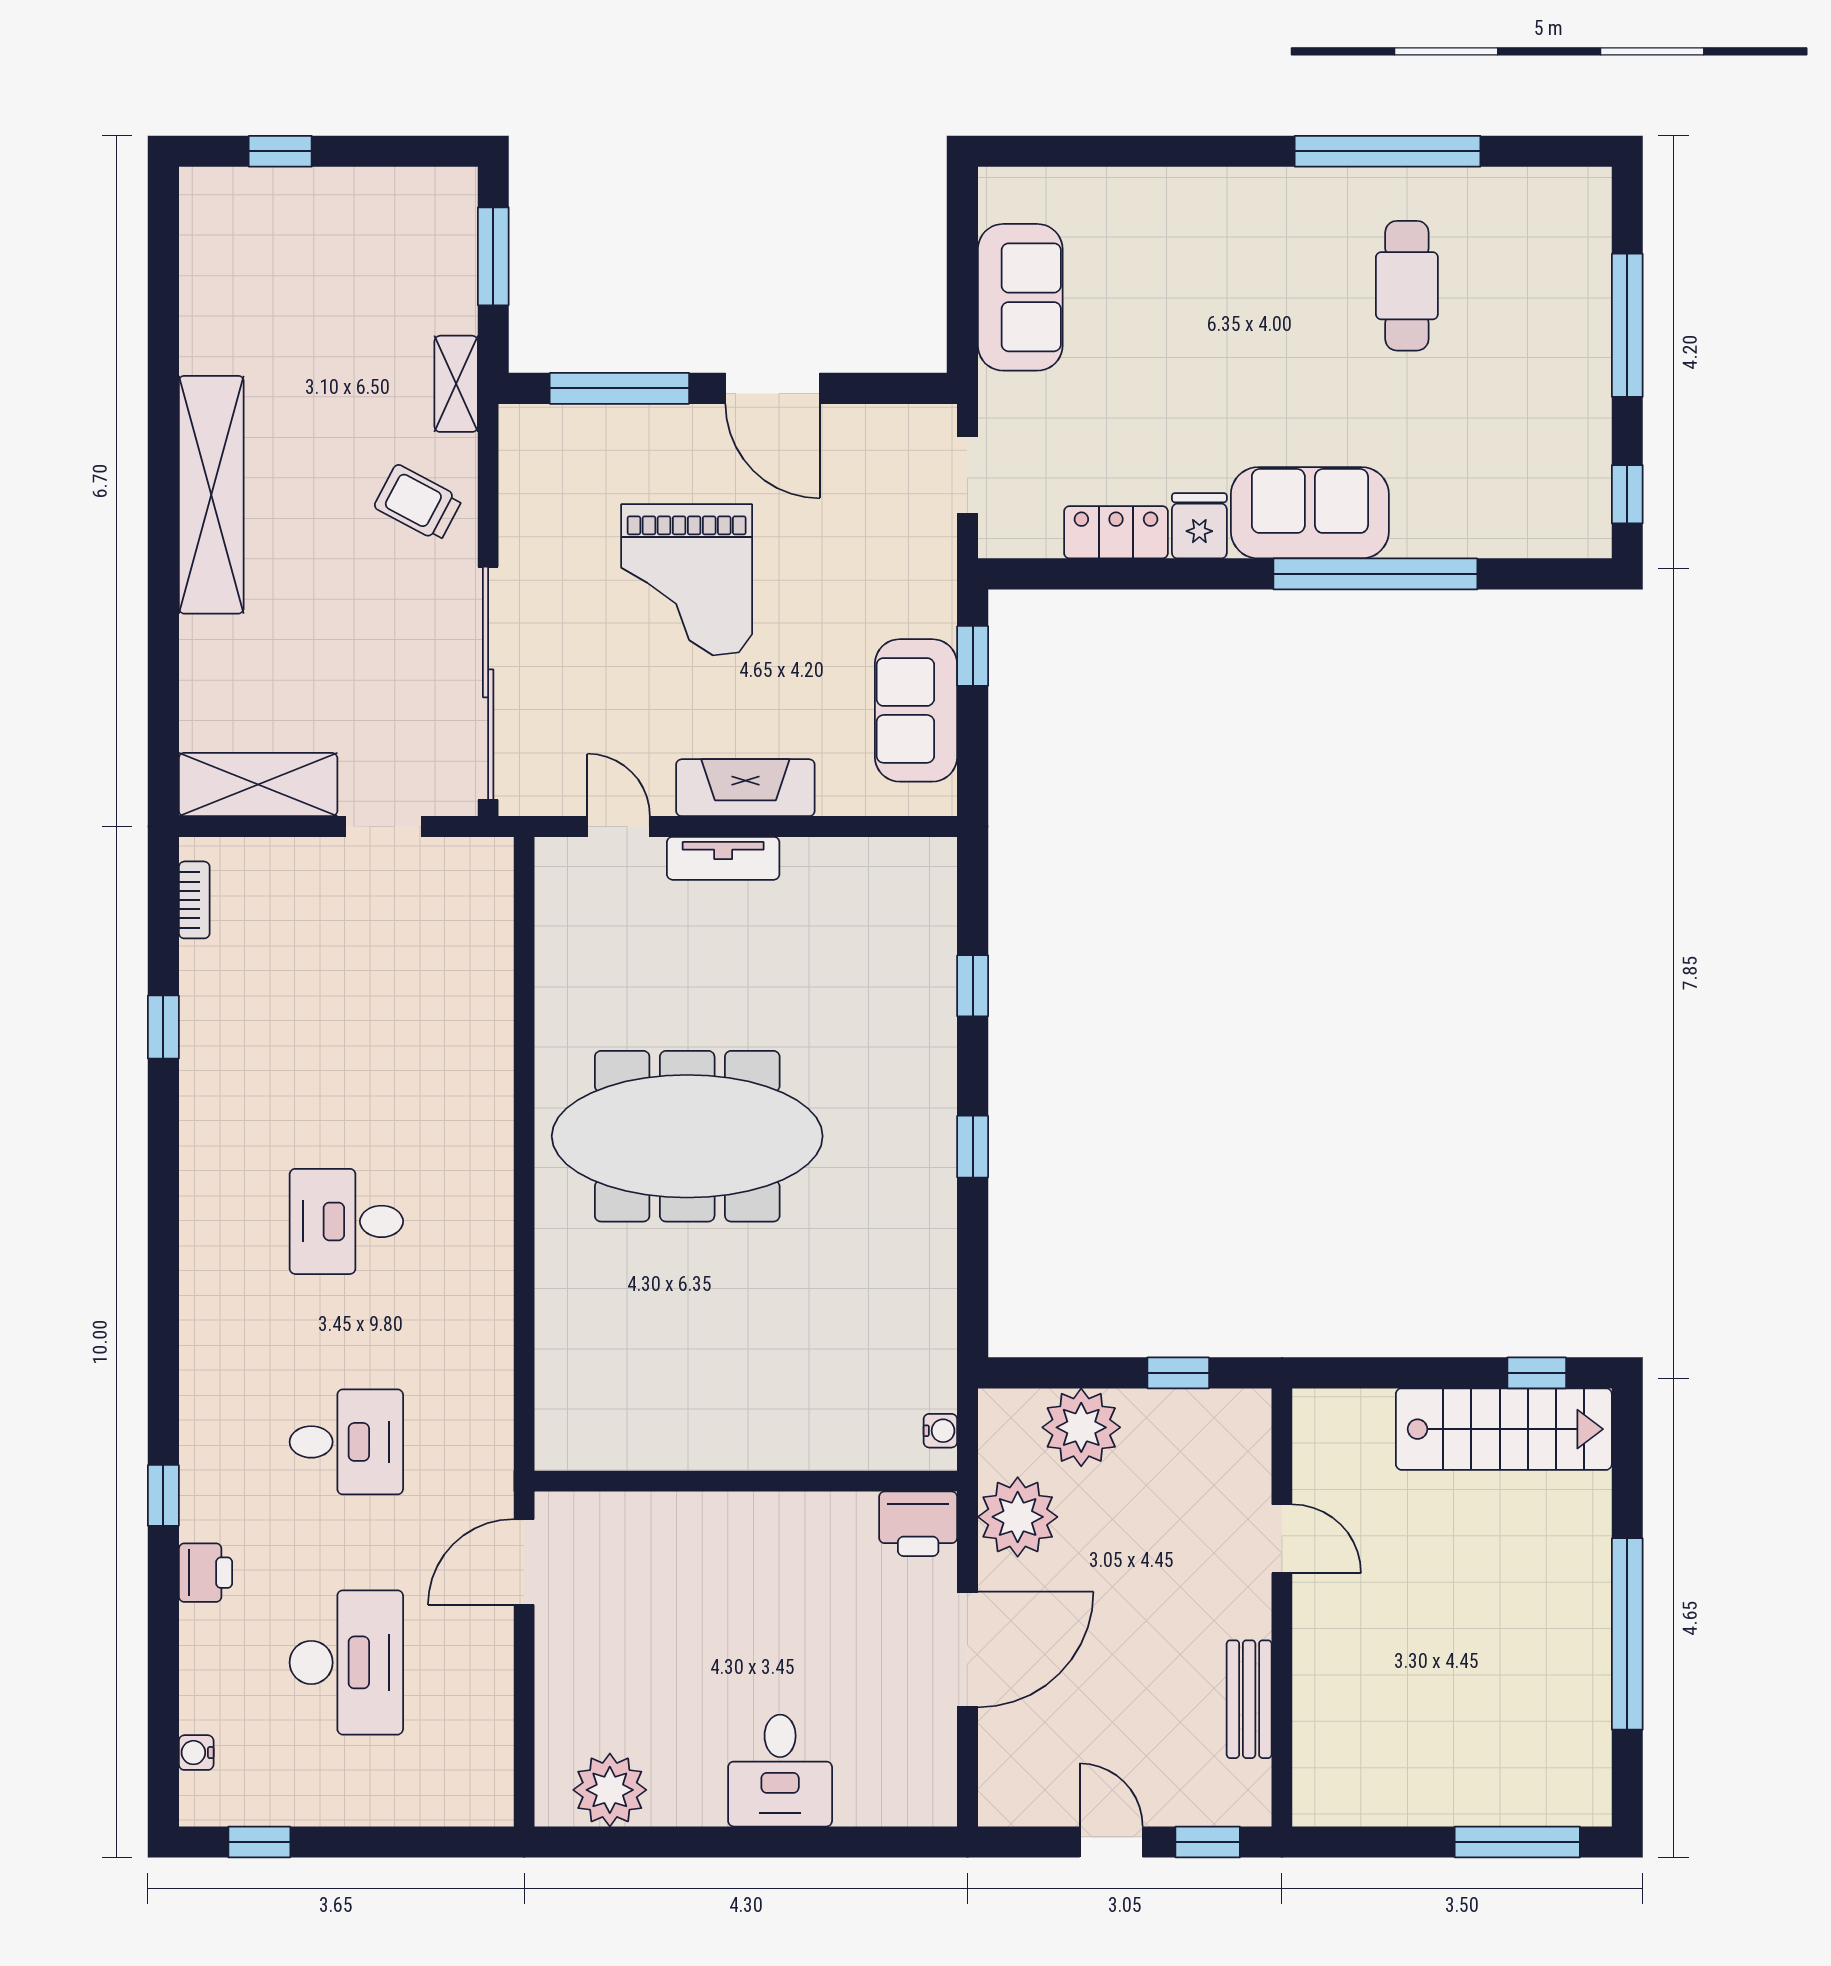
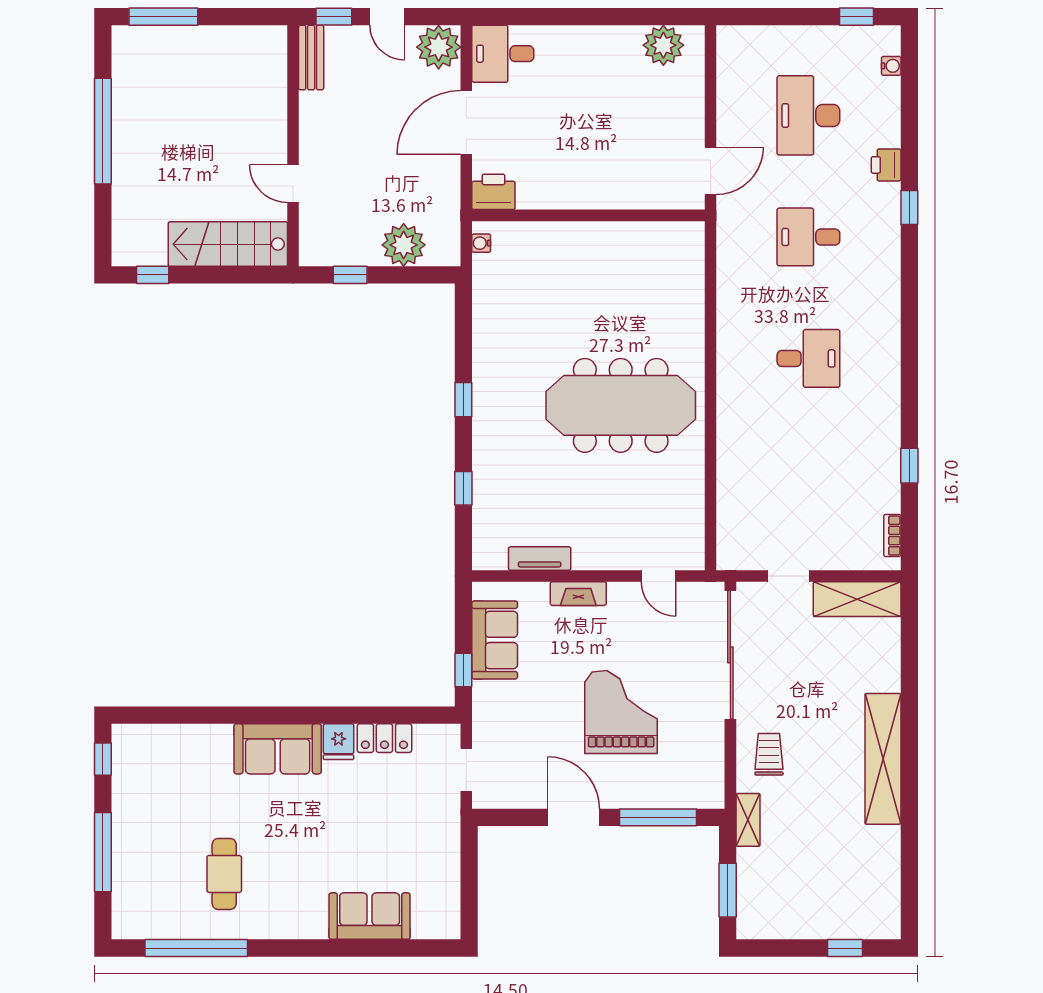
window: (1388, 151) -> (196, 948), moved
sofa: (1020, 297) -> (370, 916), moved, turned 90
trolley: (418, 503) -> (769, 754), turned -118
window: (1375, 574) -> (242, 715), removed
fireplace: (745, 788) -> (578, 594), width x0.73, depth x0.76
tv unit: (723, 858) -> (540, 558), moved
stairs: (1504, 1429) -> (228, 244), moved
plant: (1018, 1517) -> (439, 47), moved
bench: (1249, 1699) -> (311, 58), moved
desk: (780, 1771) -> (503, 54), moved, turned -90

